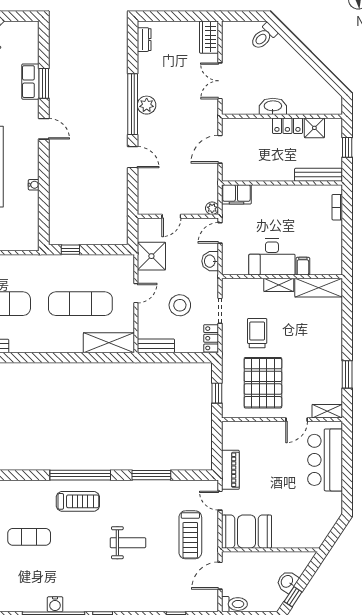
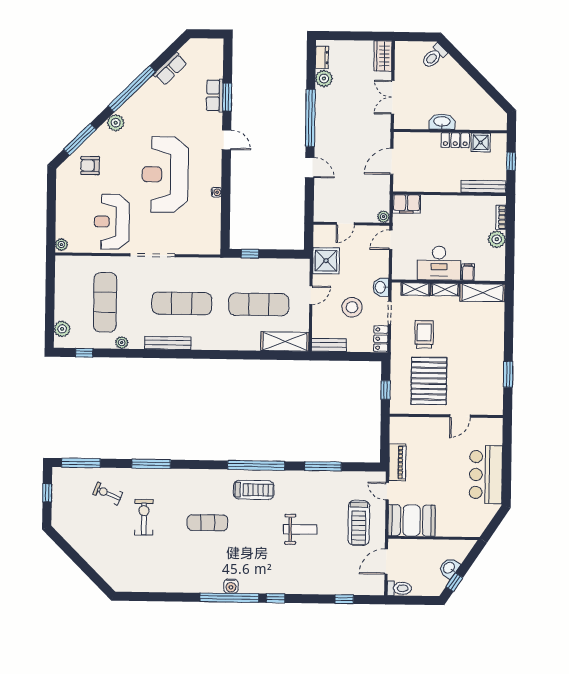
plant: (147, 105) -> (324, 78), moved
plant: (333, 231) -> (497, 239), added
washbasin: (210, 261) -> (381, 287), moved
shelving: (327, 411) -> (416, 289), moved
bar counter: (325, 460) -> (486, 475), moved

